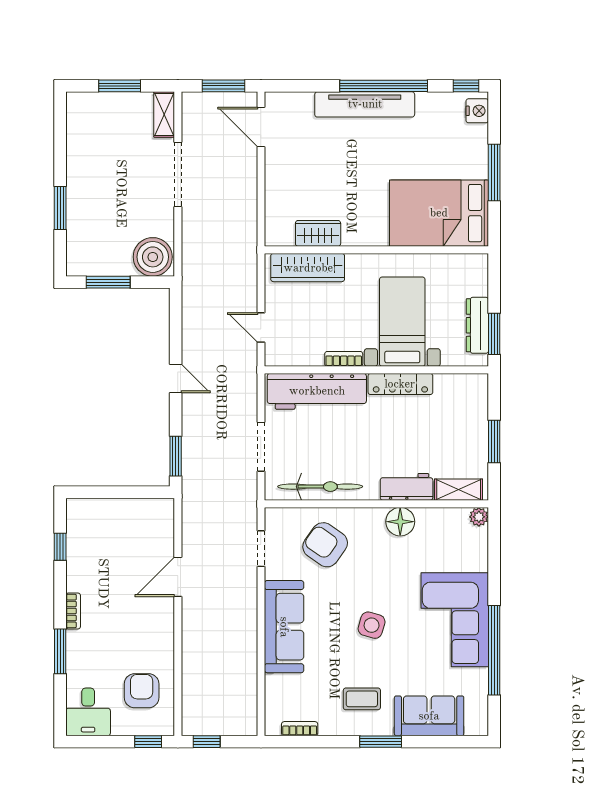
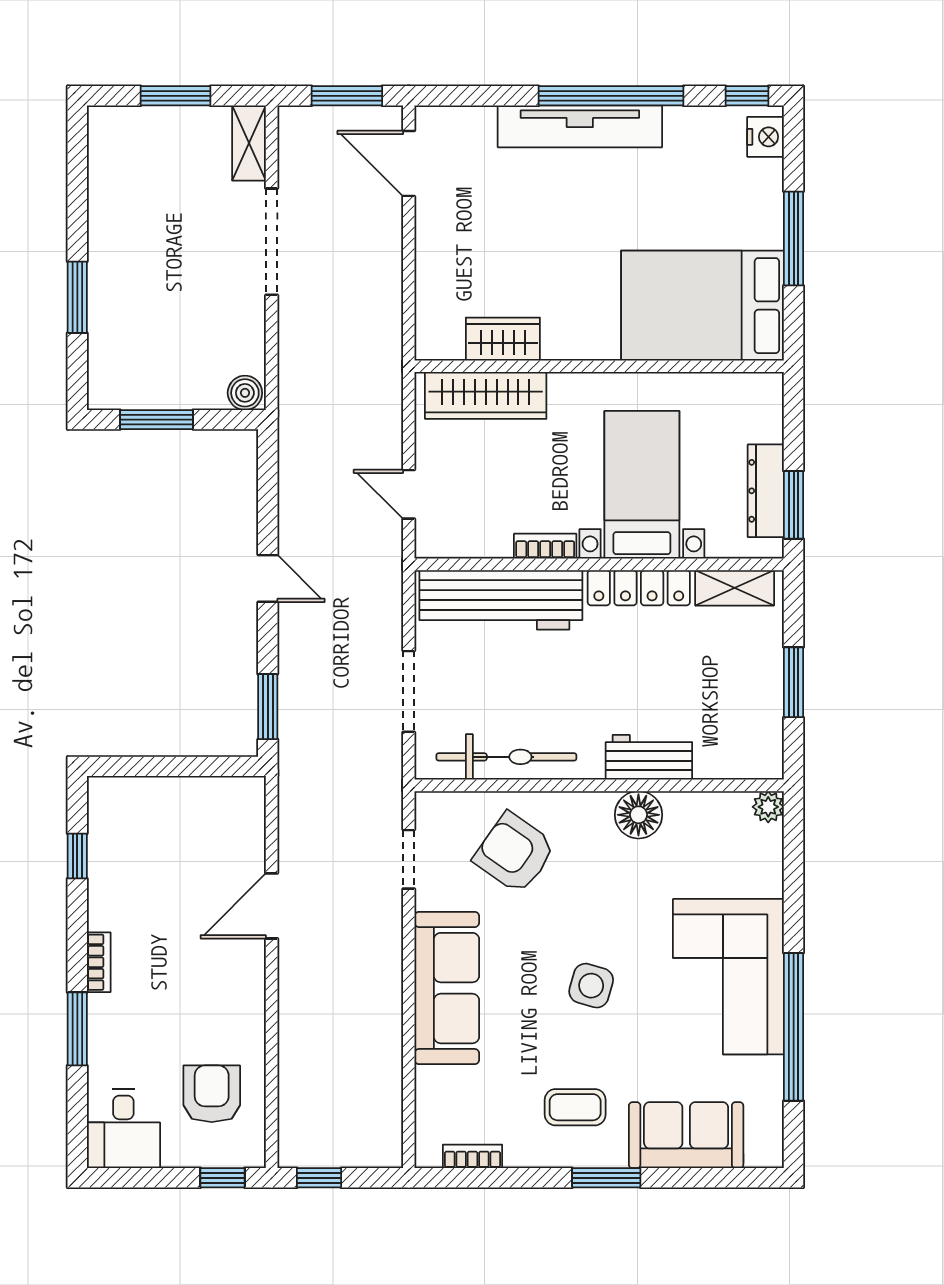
boiler: (153, 257) -> (245, 393), width x0.54, depth x0.54
shelving: (459, 490) -> (735, 588), moved

